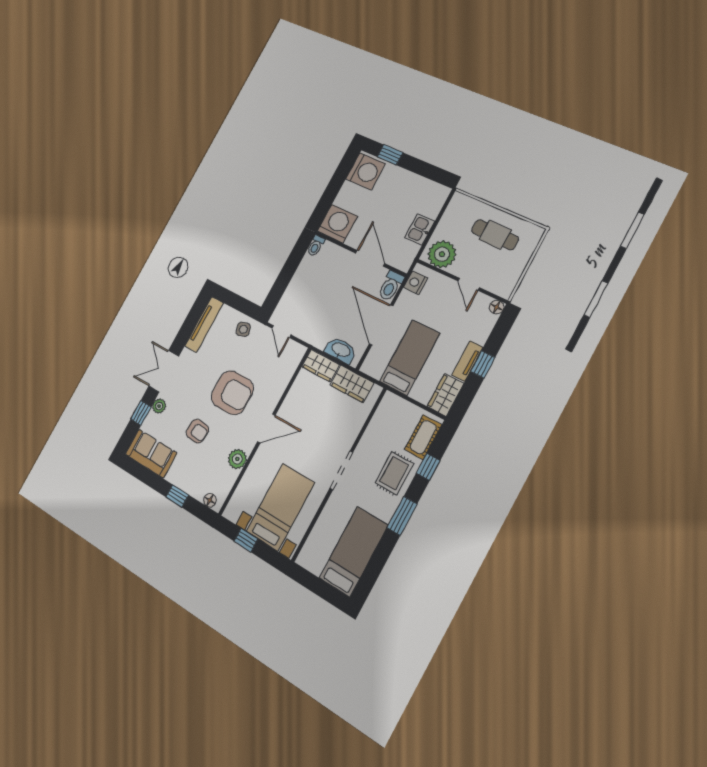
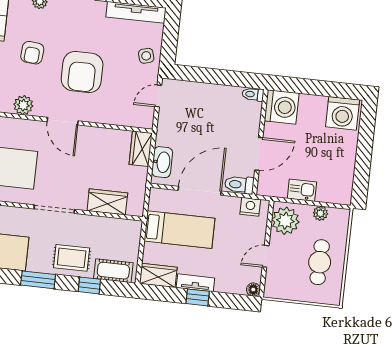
window: (390, 155) -> (366, 131), removed
plant: (448, 219) -> (320, 213), added
wardrobe: (352, 384) -> (107, 202), moved, turned 90

